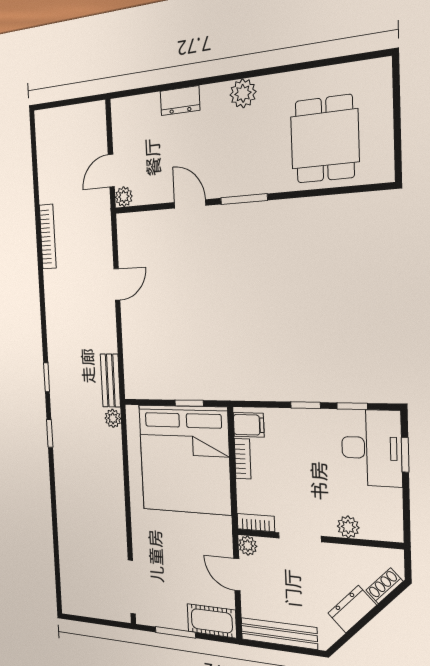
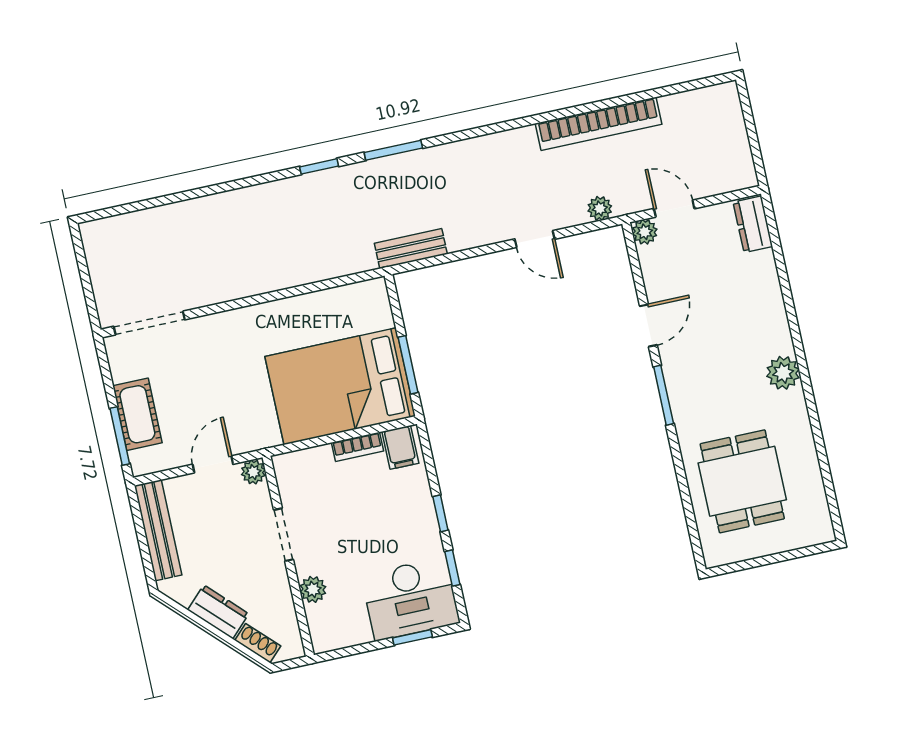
dresser: (180, 101) -> (753, 224), moved
dining table: (325, 139) -> (742, 481), turned 90
bookcase: (48, 237) -> (599, 124), width x1.48, depth x1.31
window: (47, 377) -> (393, 150), width x1.50
window: (189, 403) -> (408, 365), width x1.50
plant: (113, 418) -> (600, 208), moved
bed: (185, 459) -> (340, 386), width x0.73
bookcase: (256, 523) -> (285, 477), removed
cot: (212, 621) -> (137, 414), moved
window: (175, 632) -> (120, 436), moved

